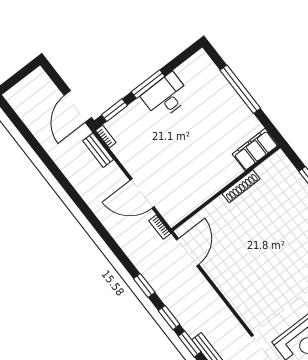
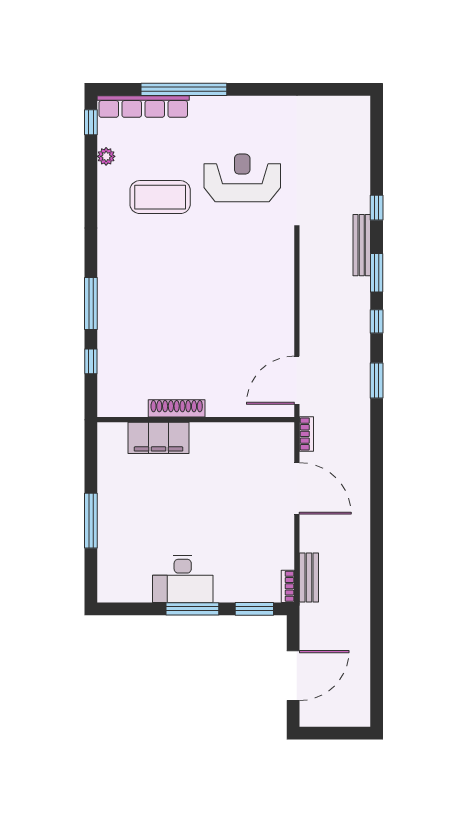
window: (240, 89) -> (91, 521), width x0.68
door: (78, 107) -> (293, 676), moved
filing cabinet: (255, 150) -> (158, 438), moved
window: (169, 318) -> (377, 321), width x0.67

